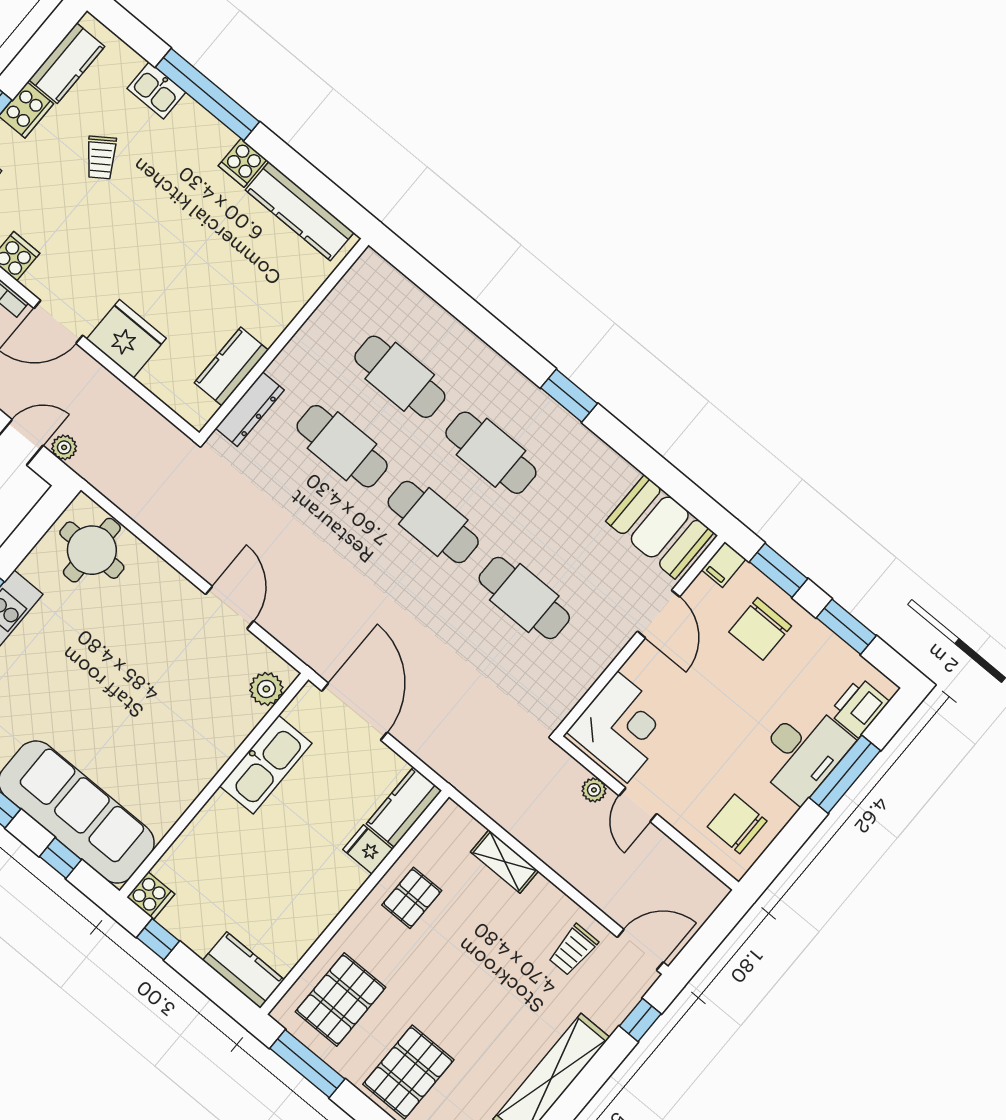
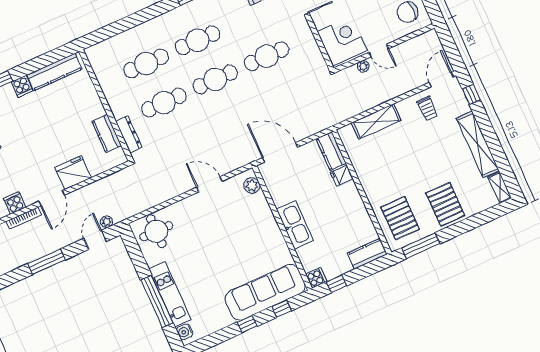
kitchen sink: (266, 765) -> (295, 225), moved
shelving: (504, 861) -> (376, 122), width x1.50, depth x1.33
pallet: (412, 898) -> (371, 167), removed

